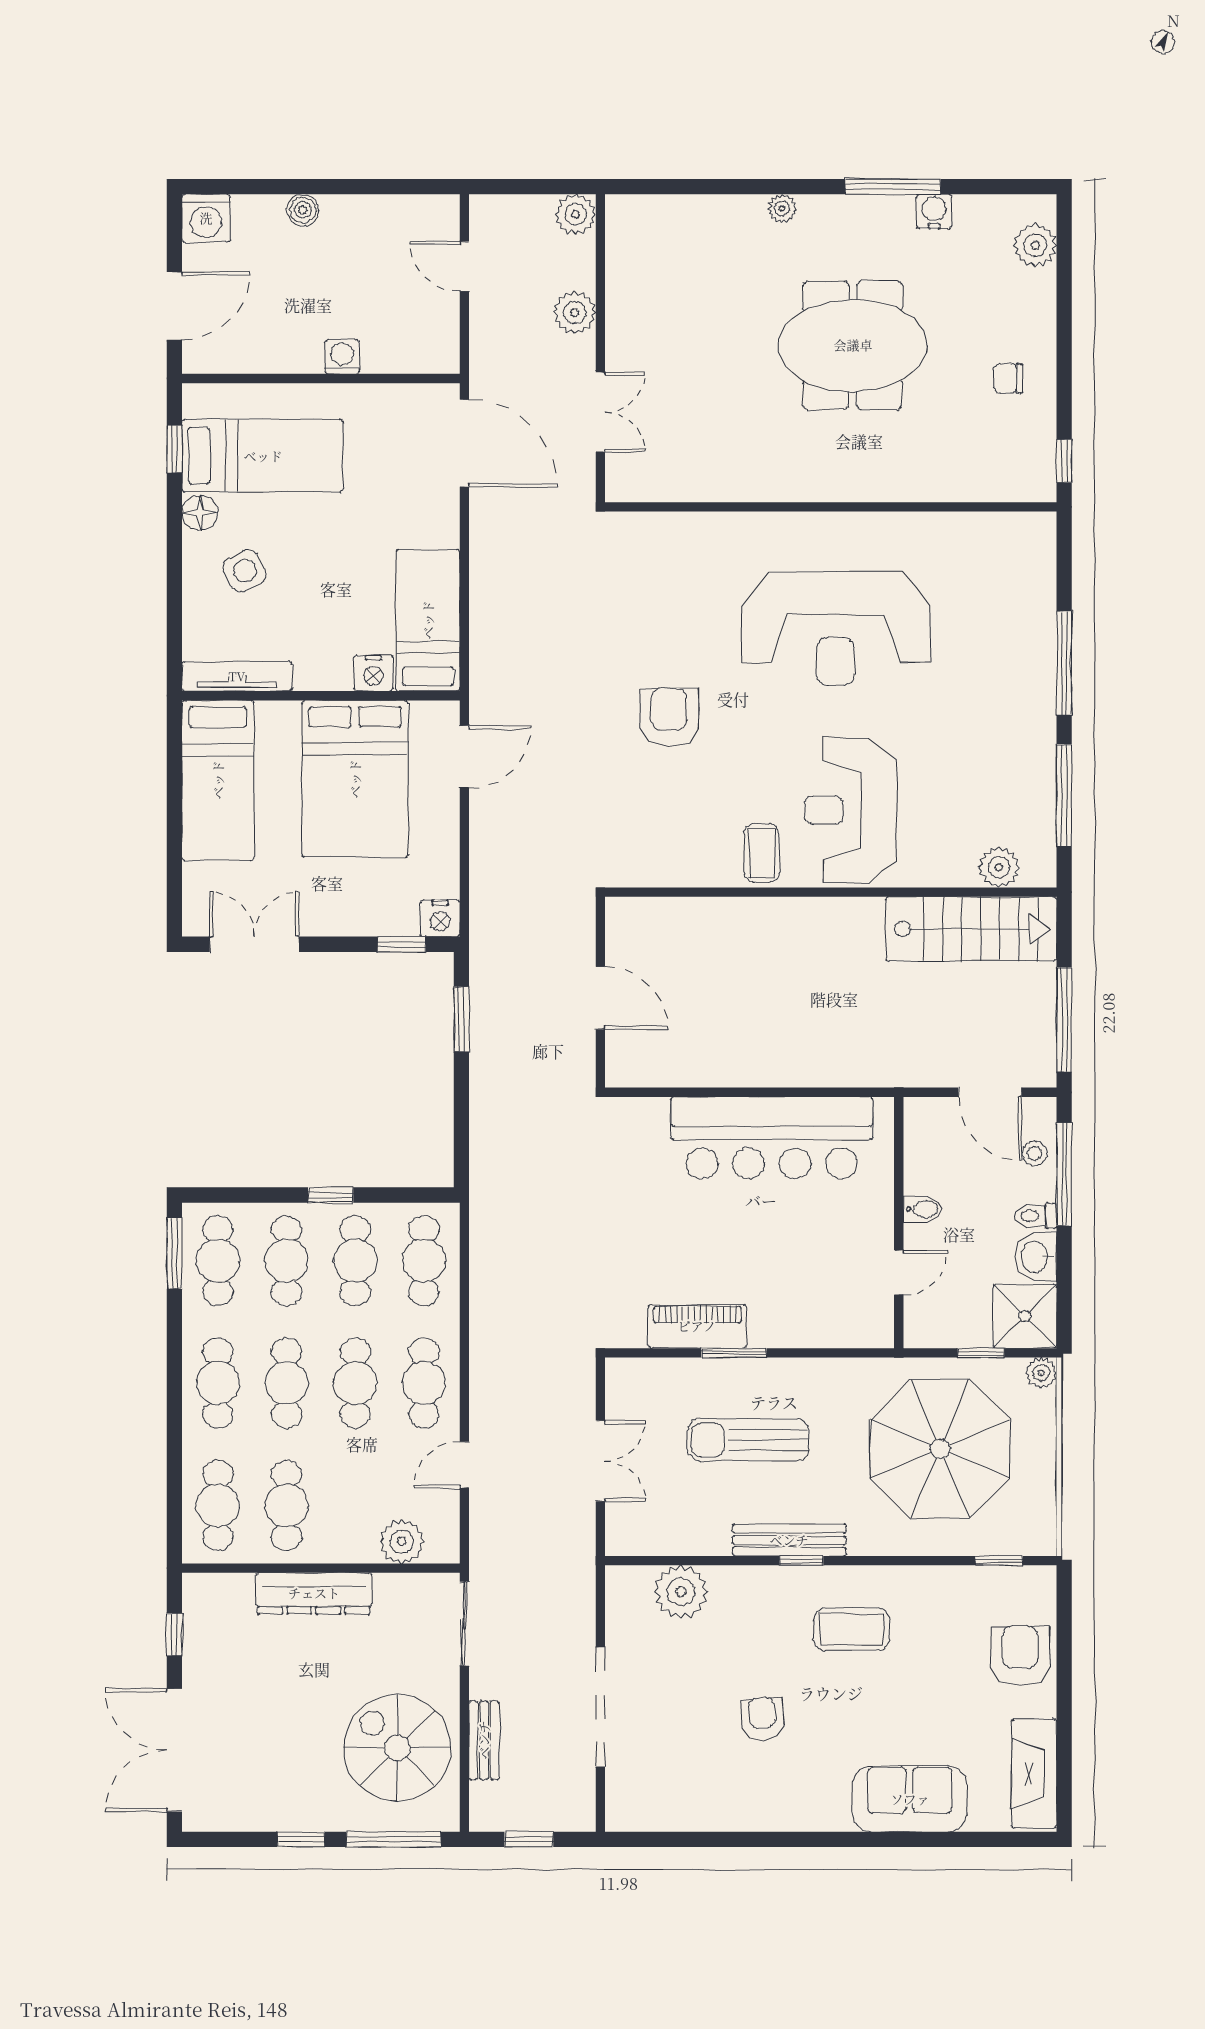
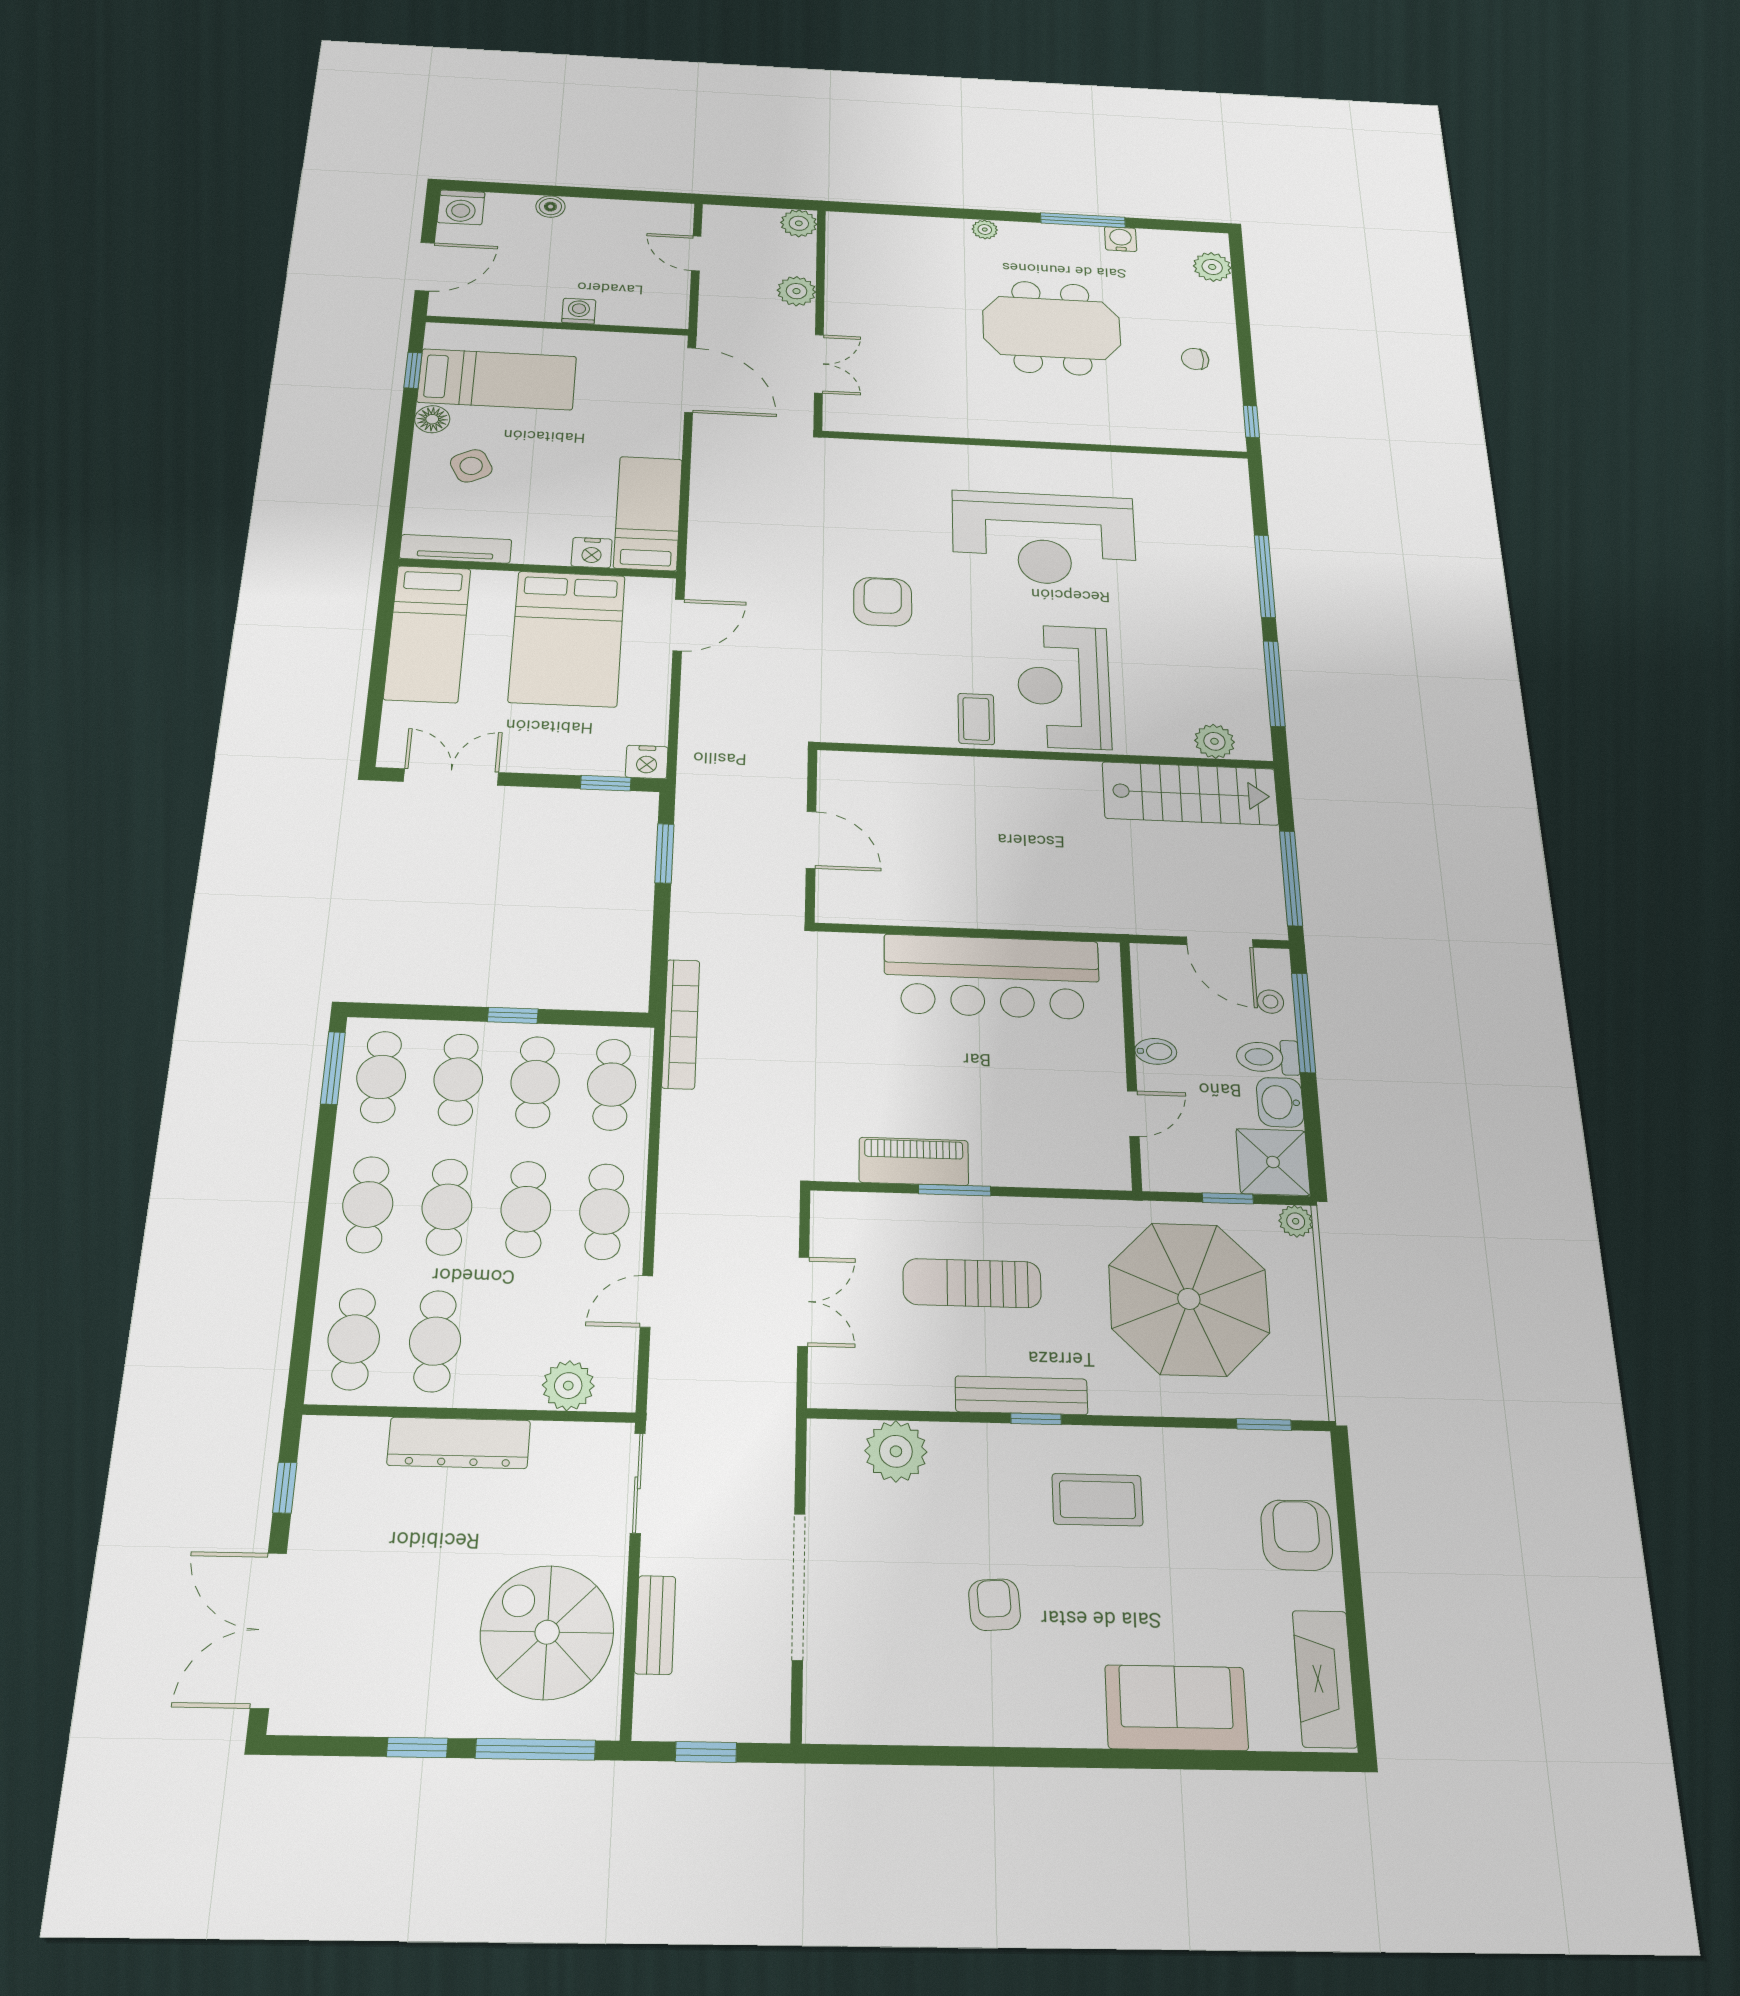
bookcase: (484, 1198) -> (681, 1024), added
toilet: (1036, 1216) -> (1268, 1057), width x1.37, depth x1.39

